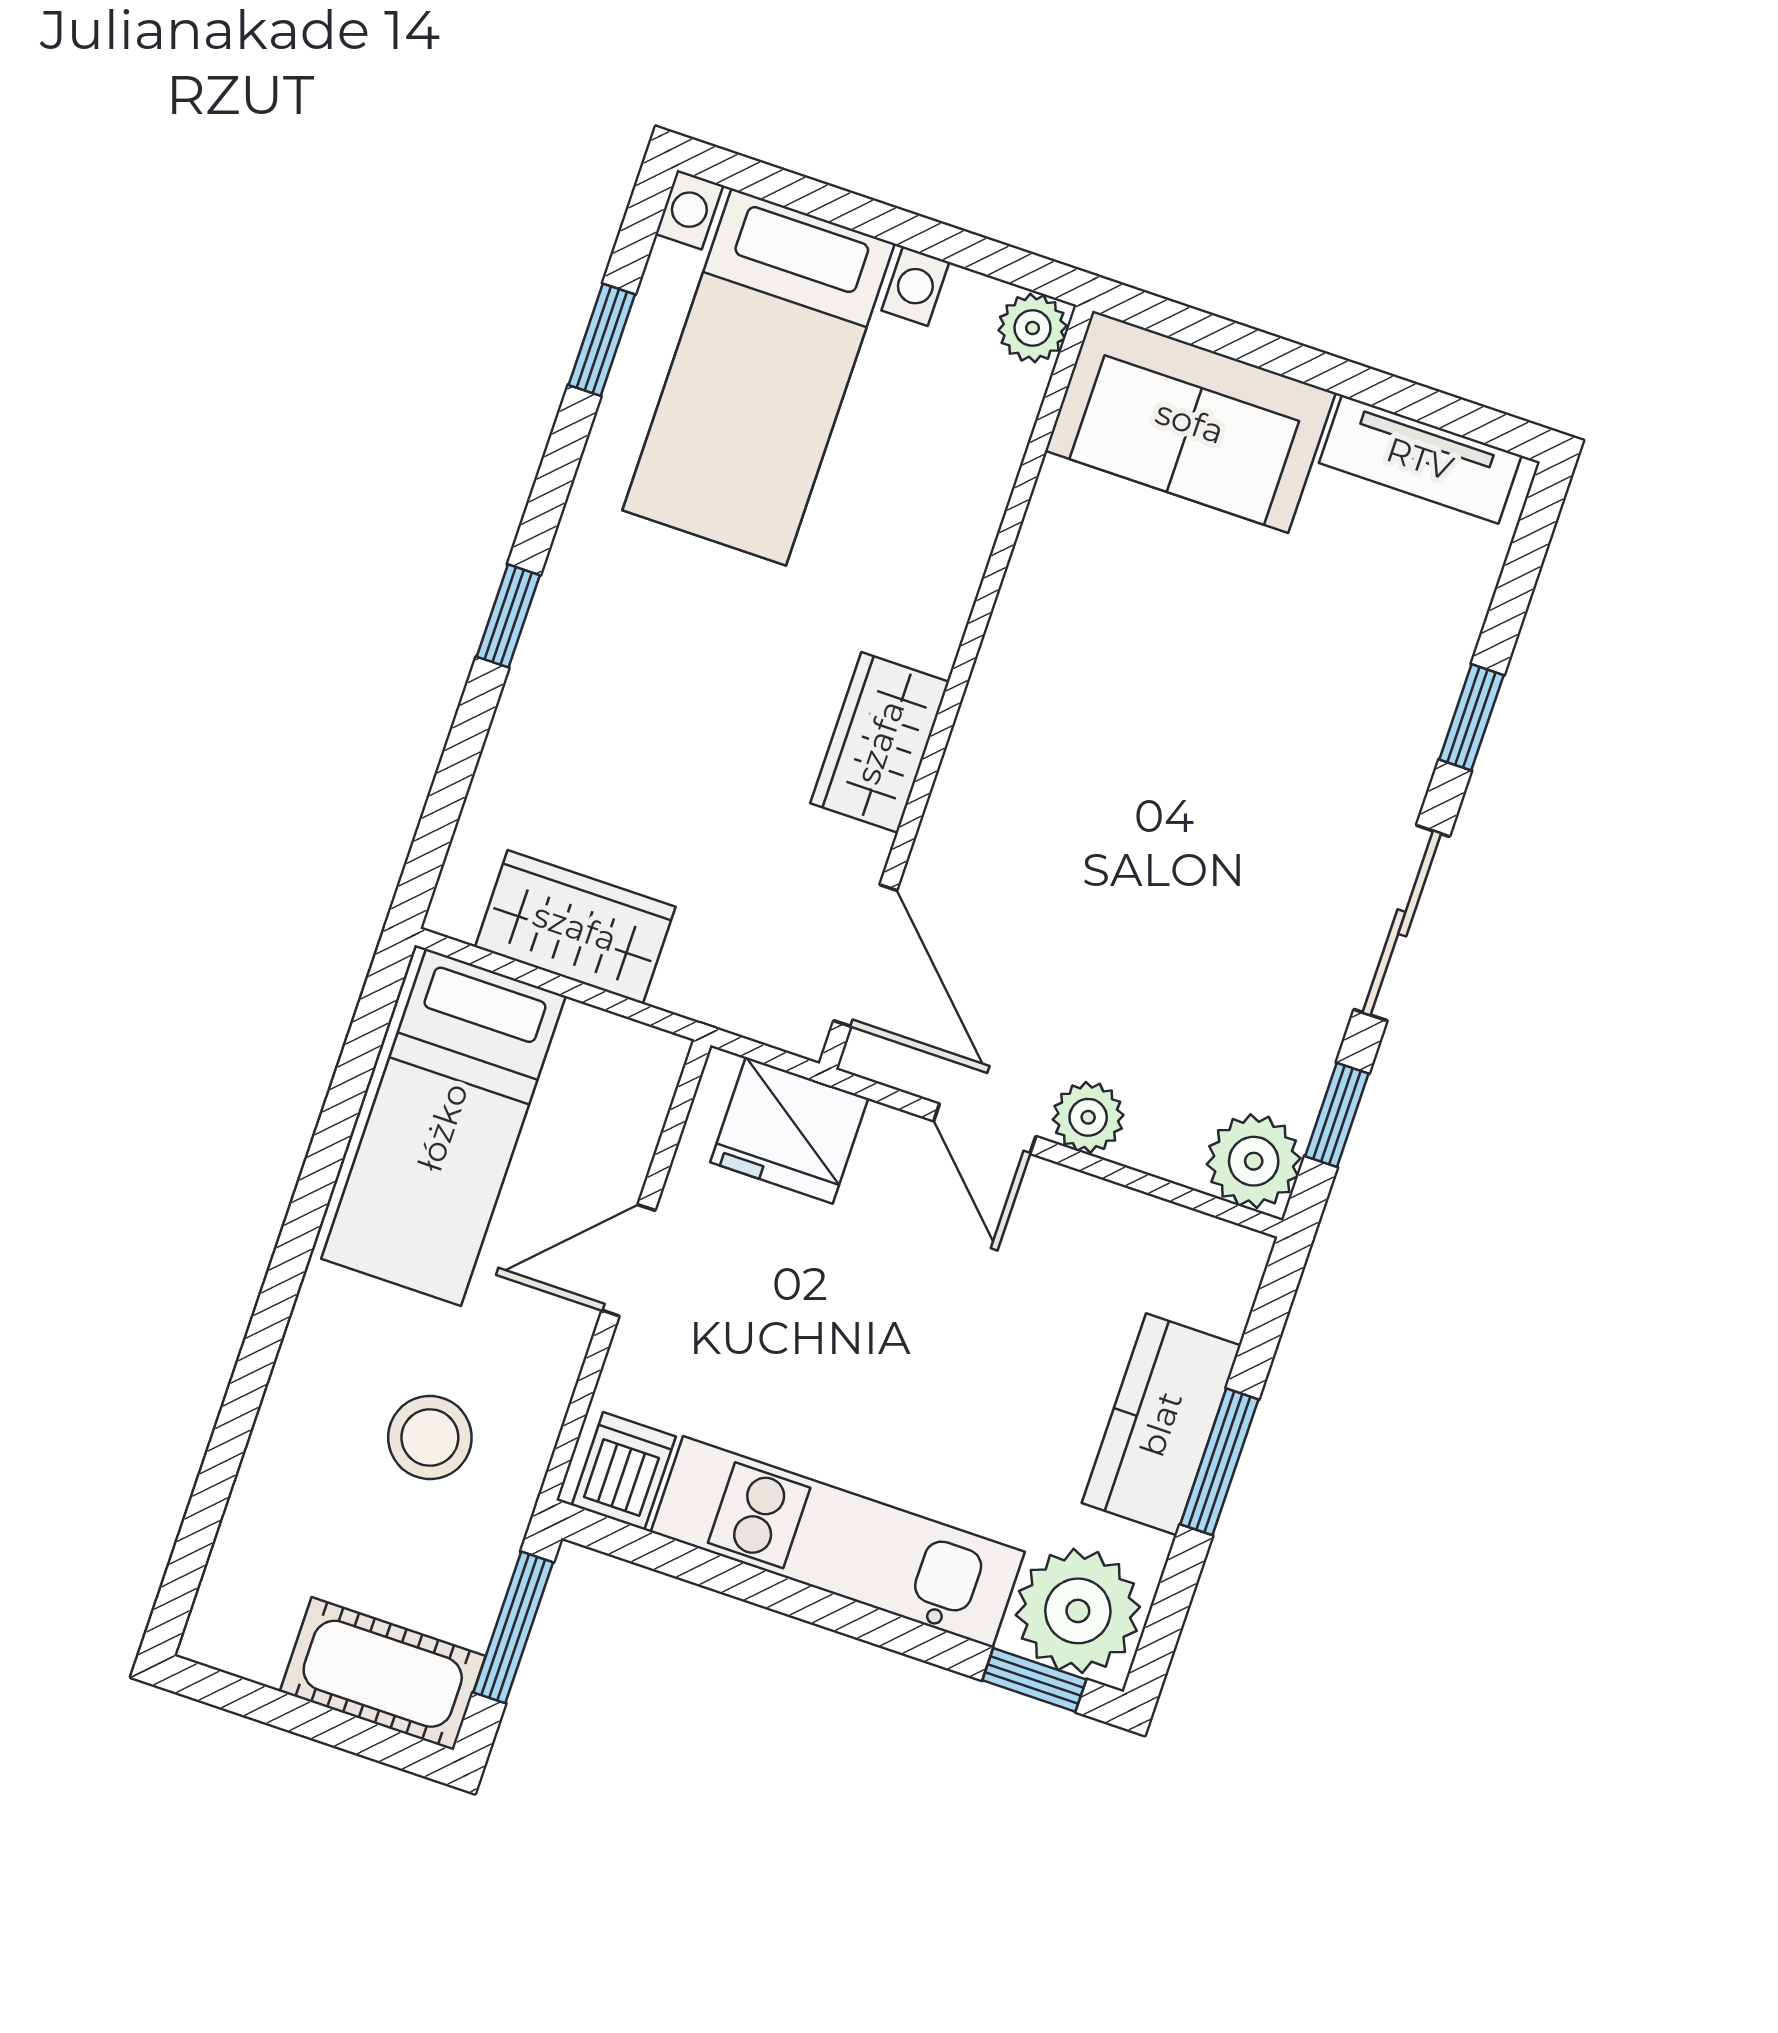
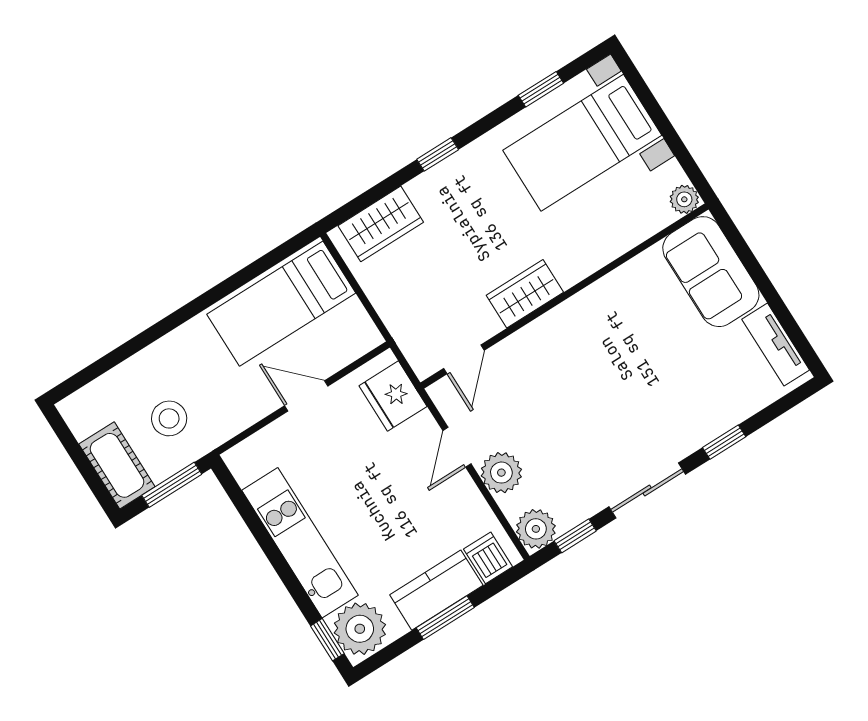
wardrobe: (575, 927) -> (381, 224), moved, turned 90
door: (865, 955) -> (464, 359), width x0.73
plant: (1088, 1117) -> (501, 473), width x1.38, depth x1.38
stool: (430, 1438) -> (169, 418), moved
dishwasher: (624, 1471) -> (488, 558), moved, turned -90

